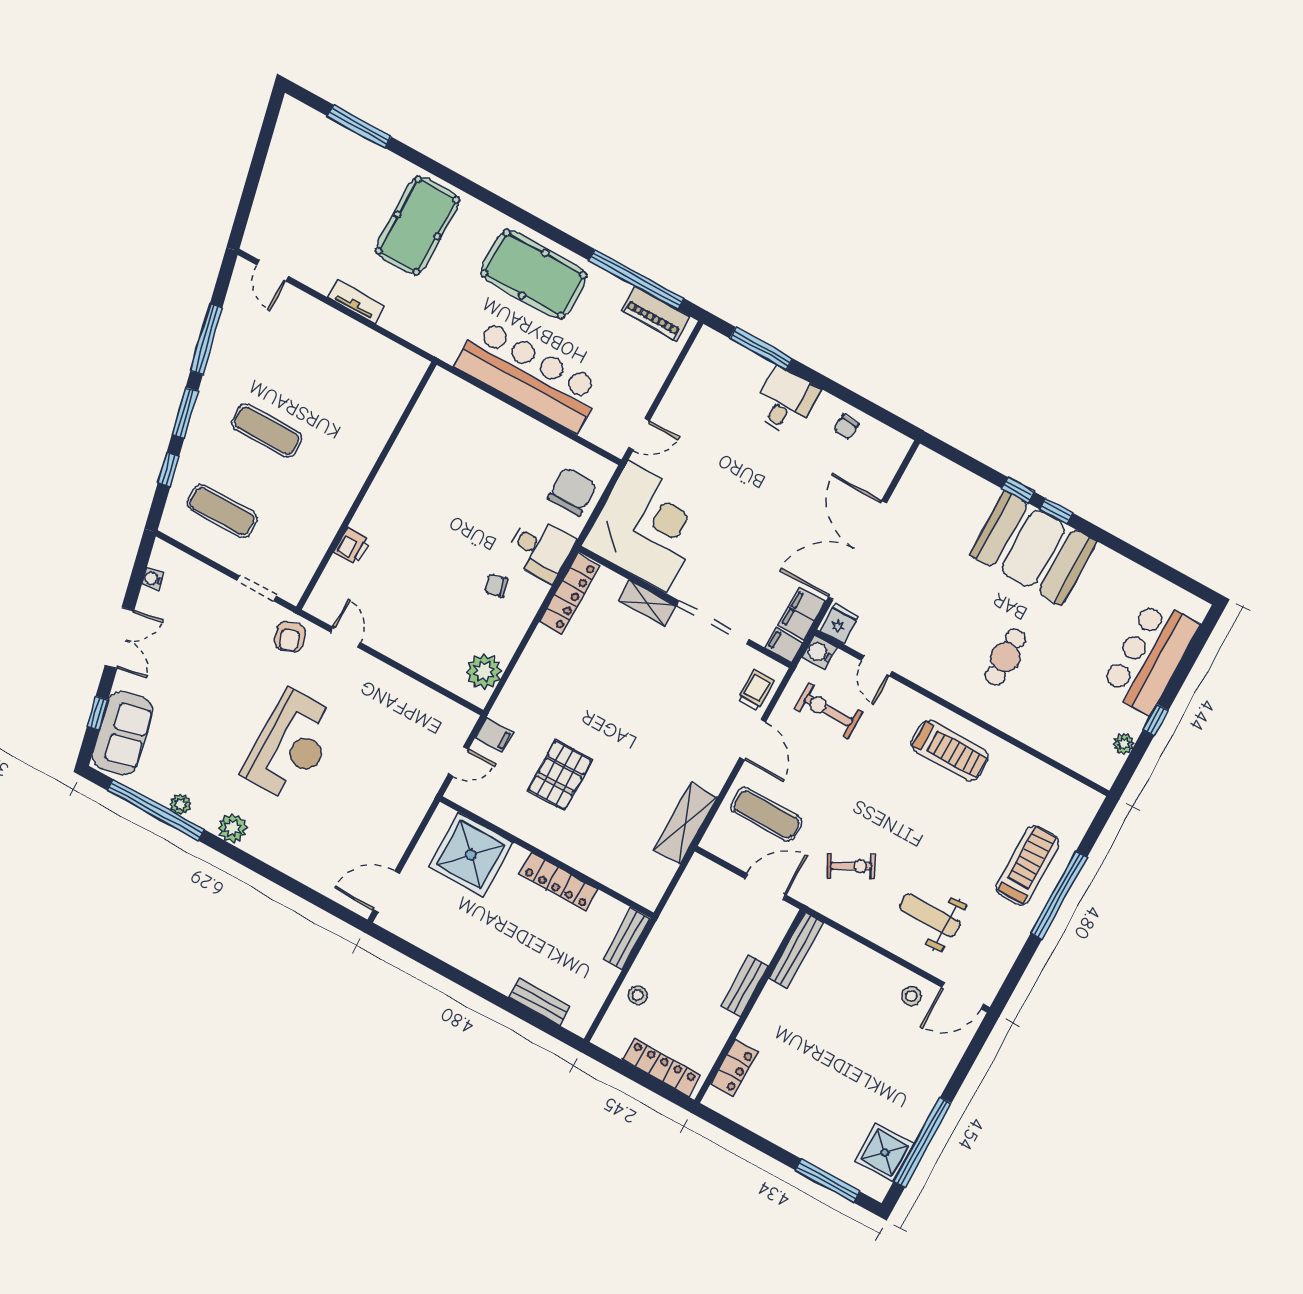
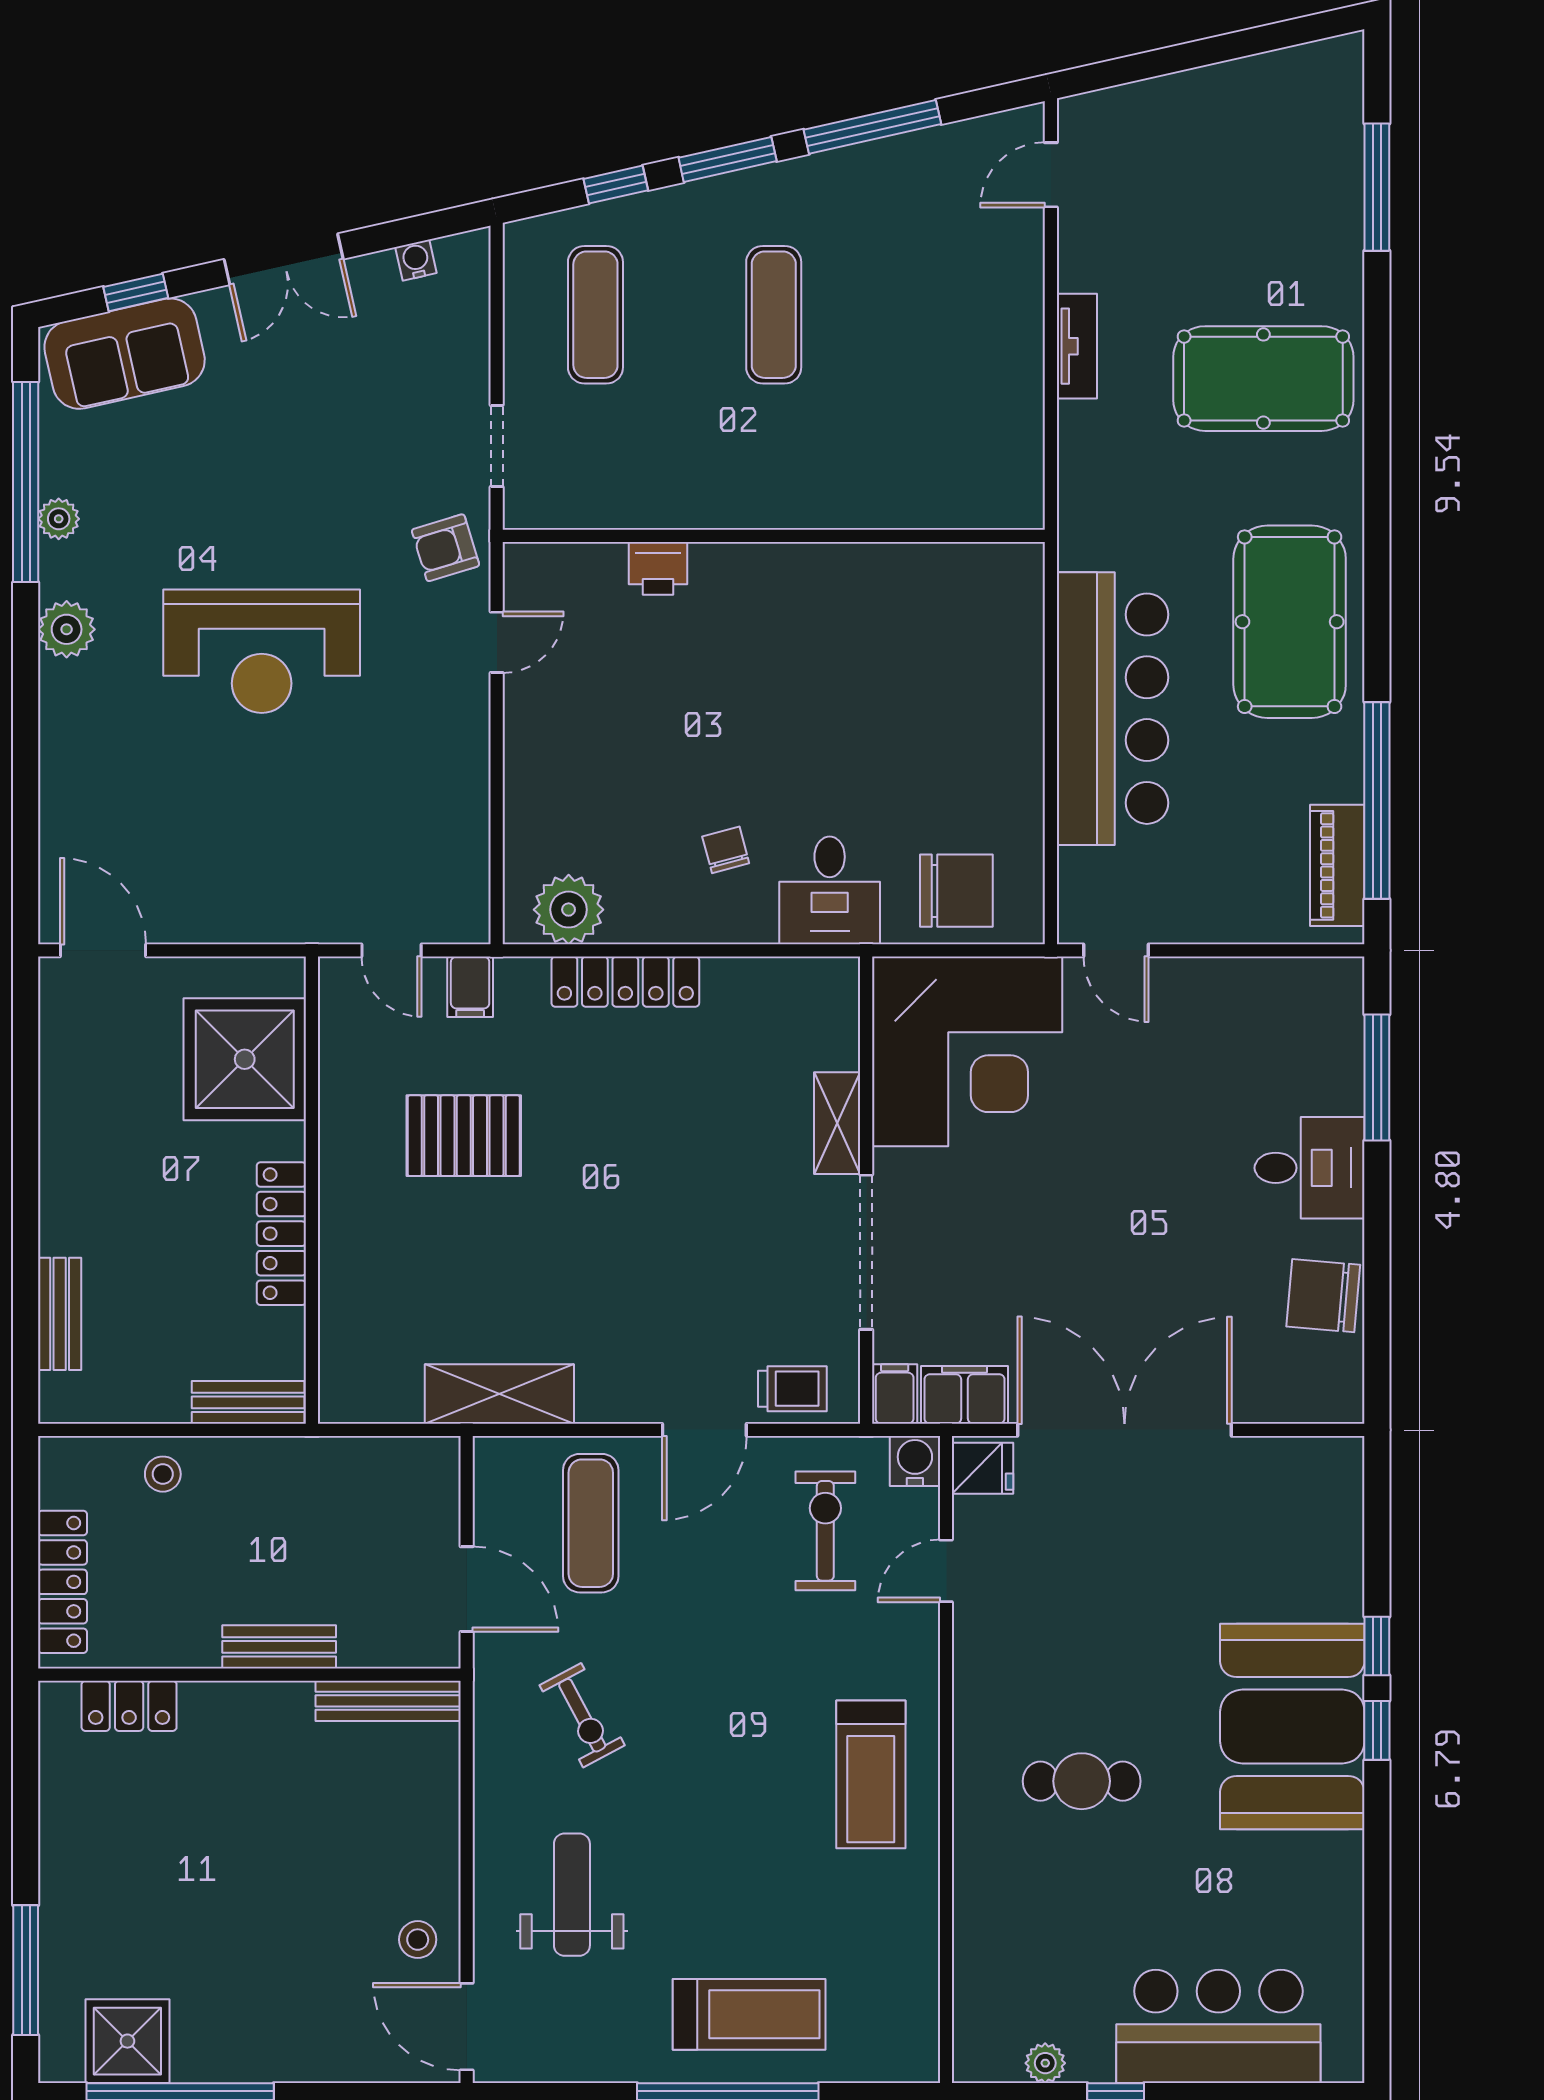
chair: (846, 427) -> (1323, 1296), width x1.87, depth x1.87
locker: (569, 594) -> (625, 982), moved

